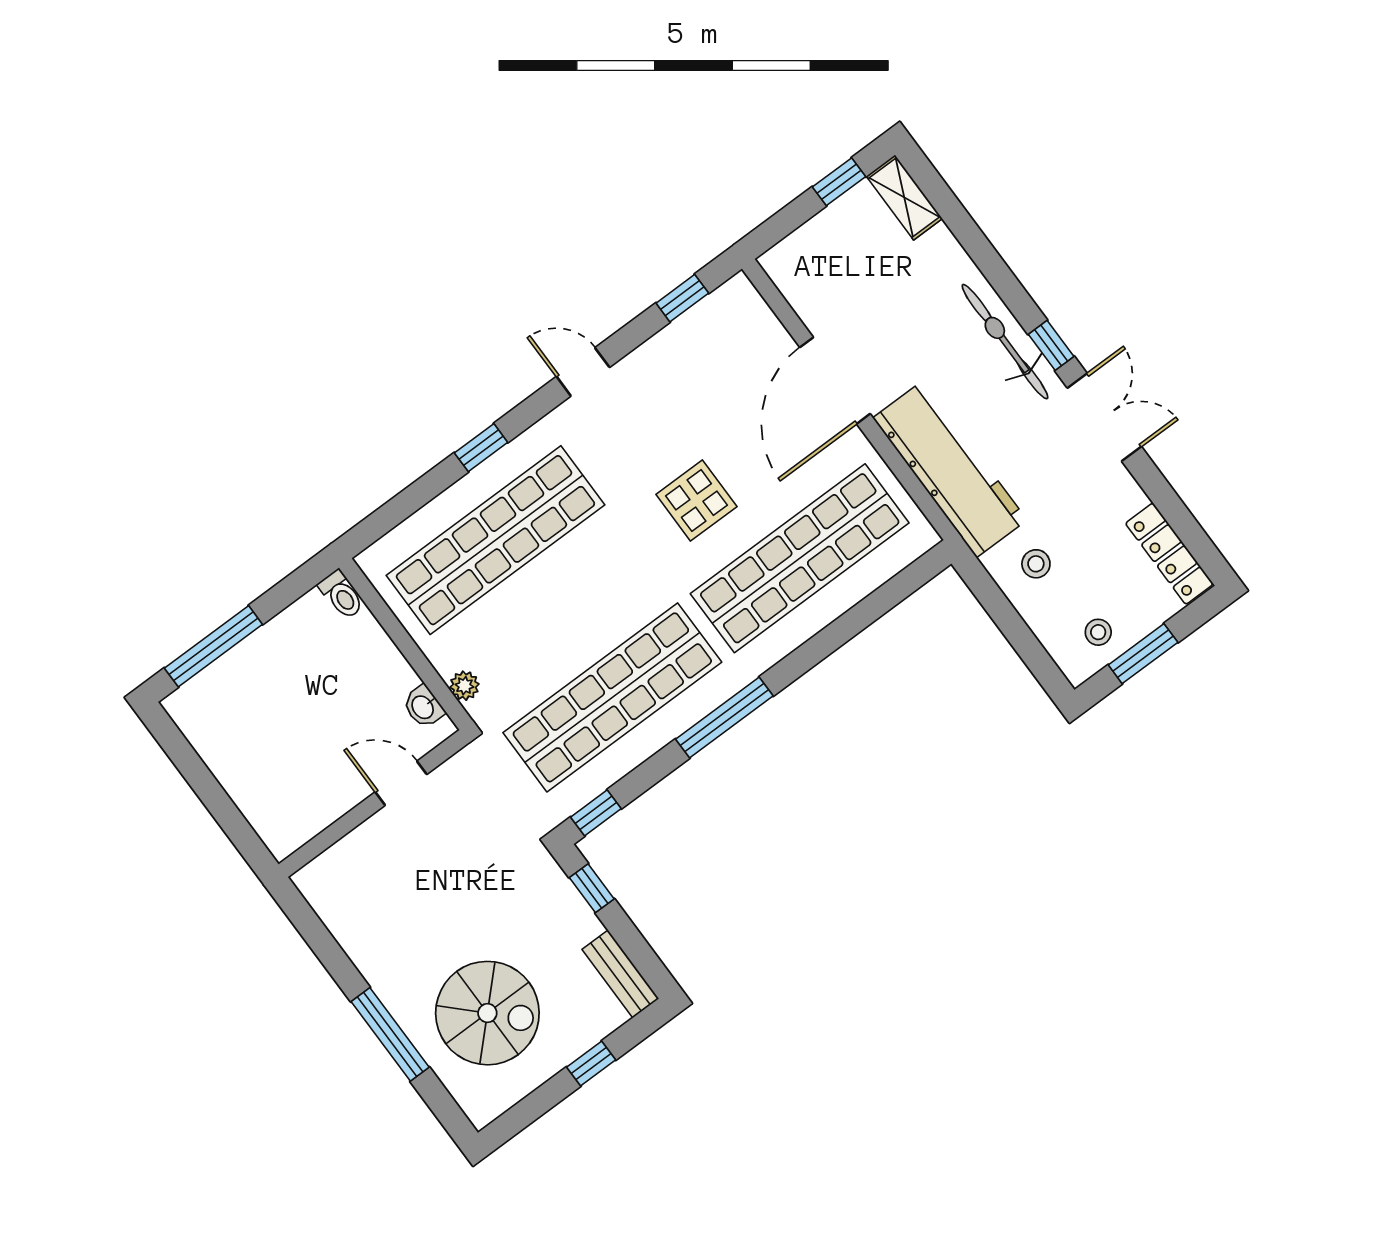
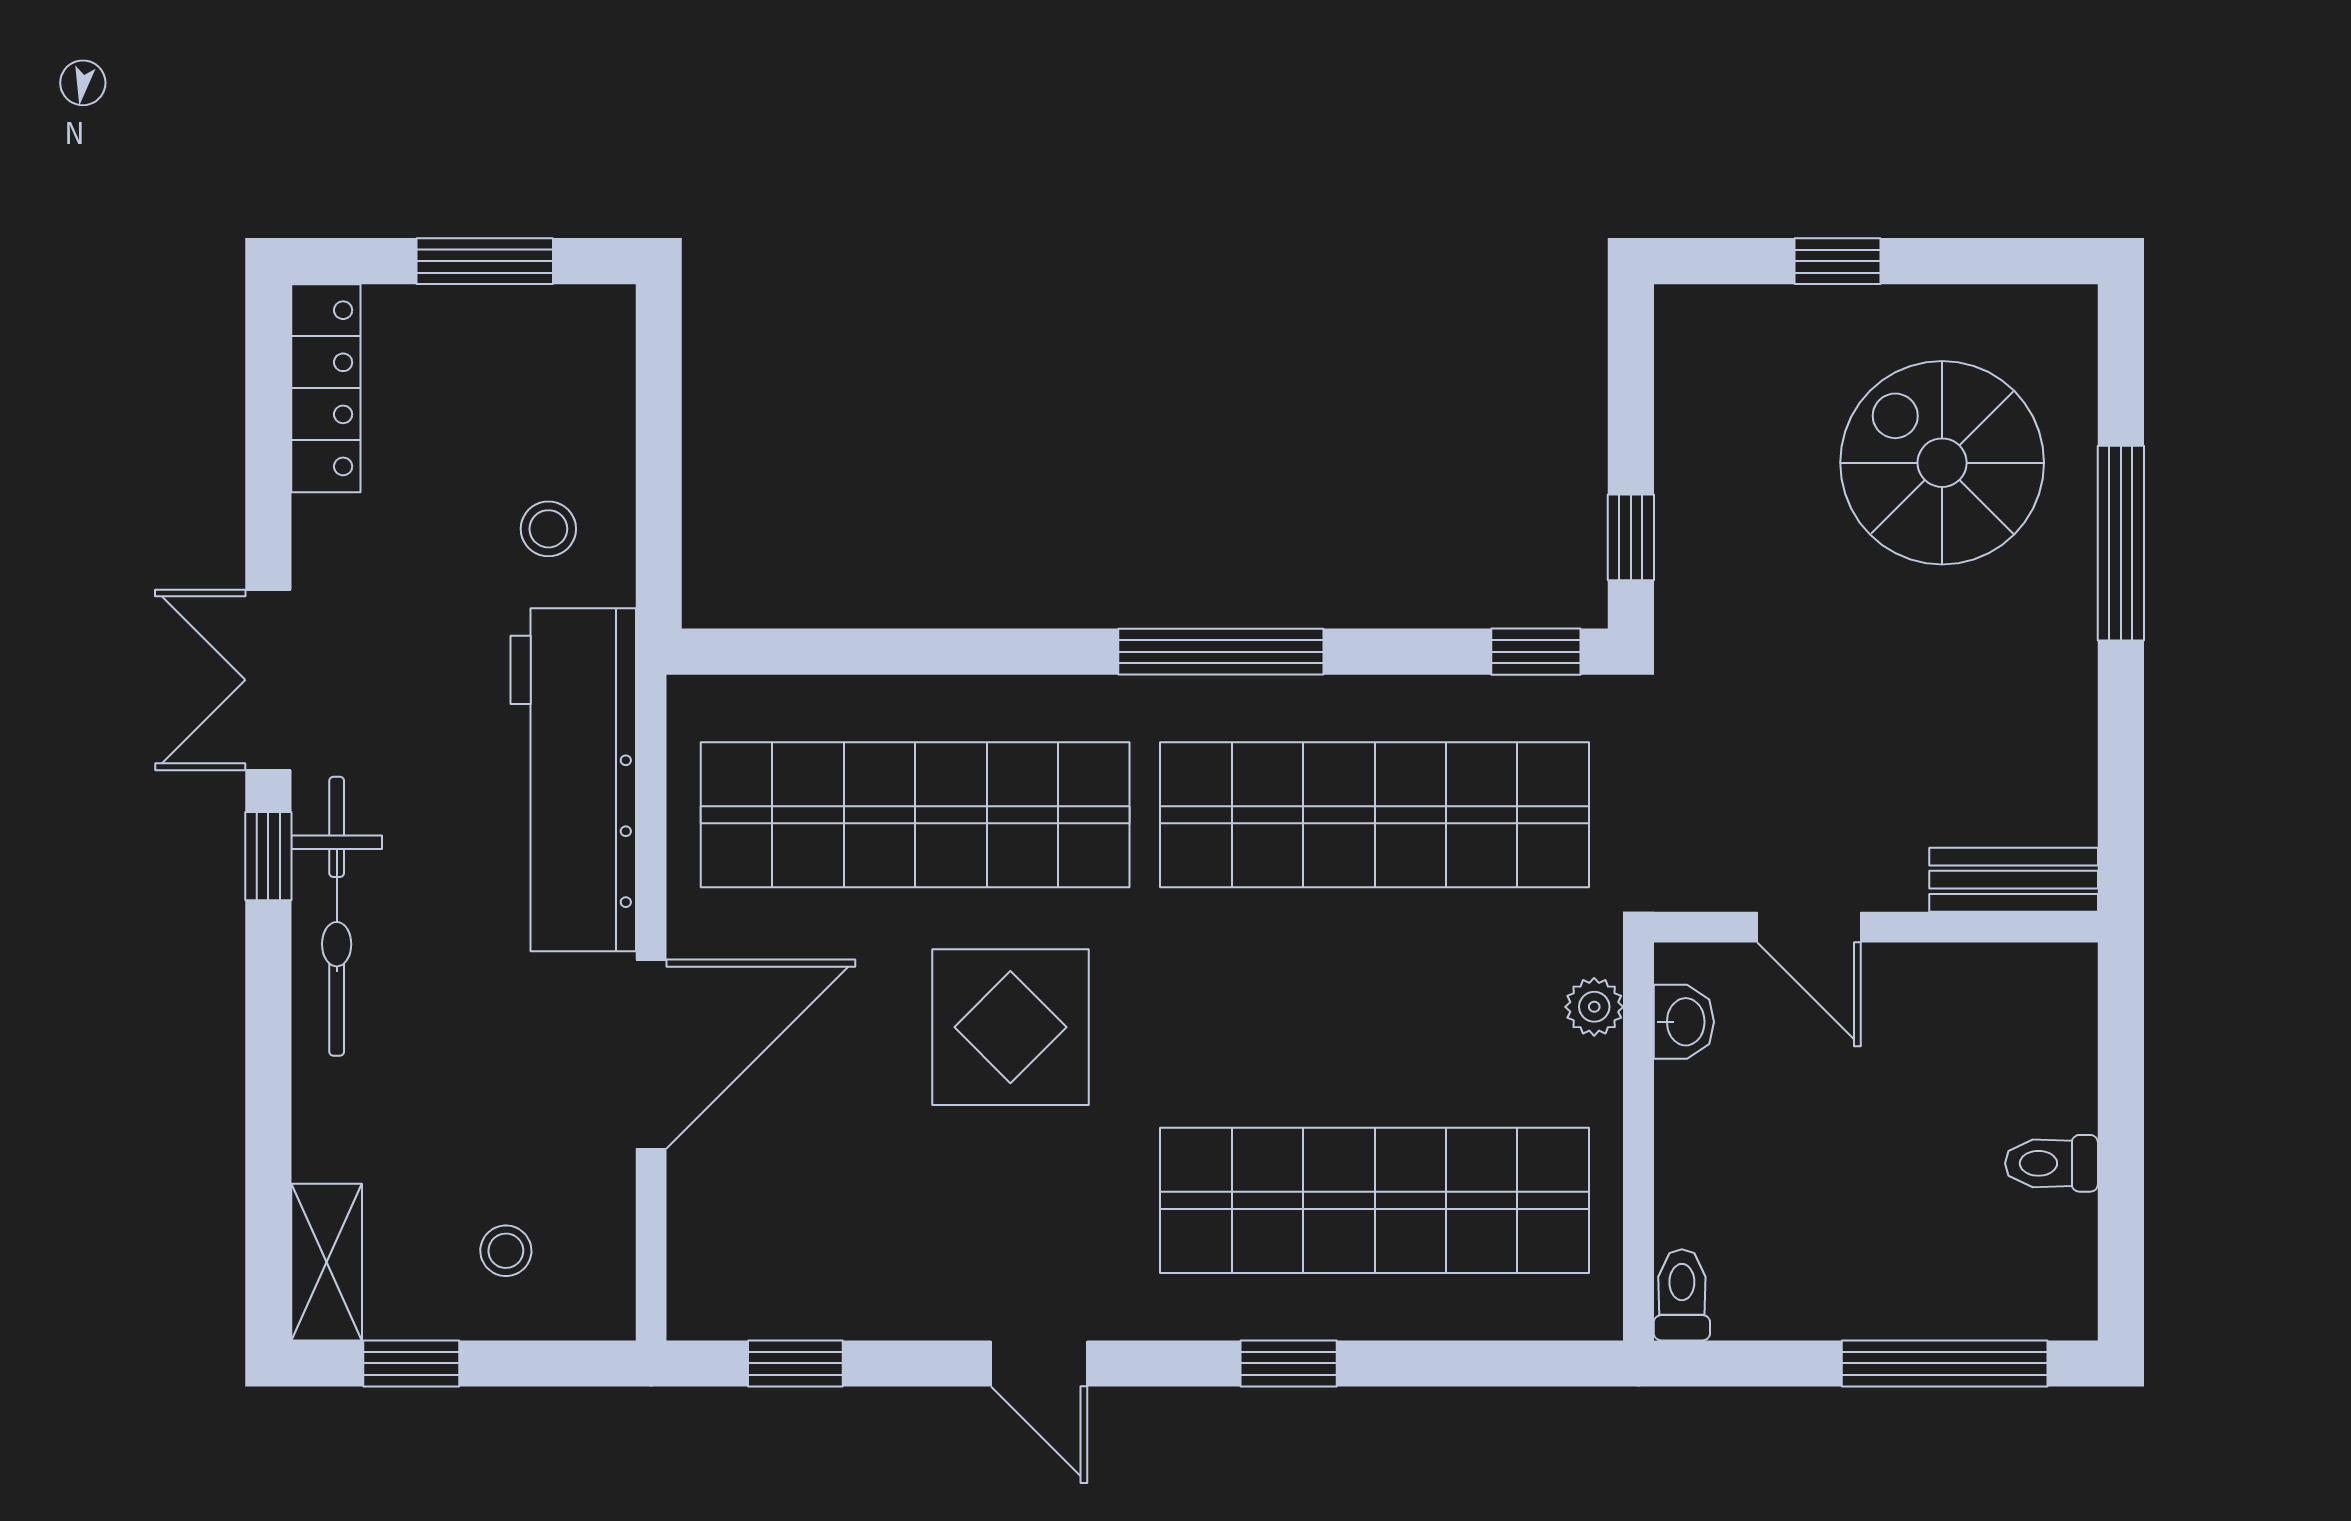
display table: (696, 500) -> (1010, 1027), width x1.36, depth x1.36
stool: (1098, 632) -> (506, 1251), moved
toilet: (231, 760) -> (2051, 1163), added
bench: (620, 974) -> (2014, 880), moved, turned 90

